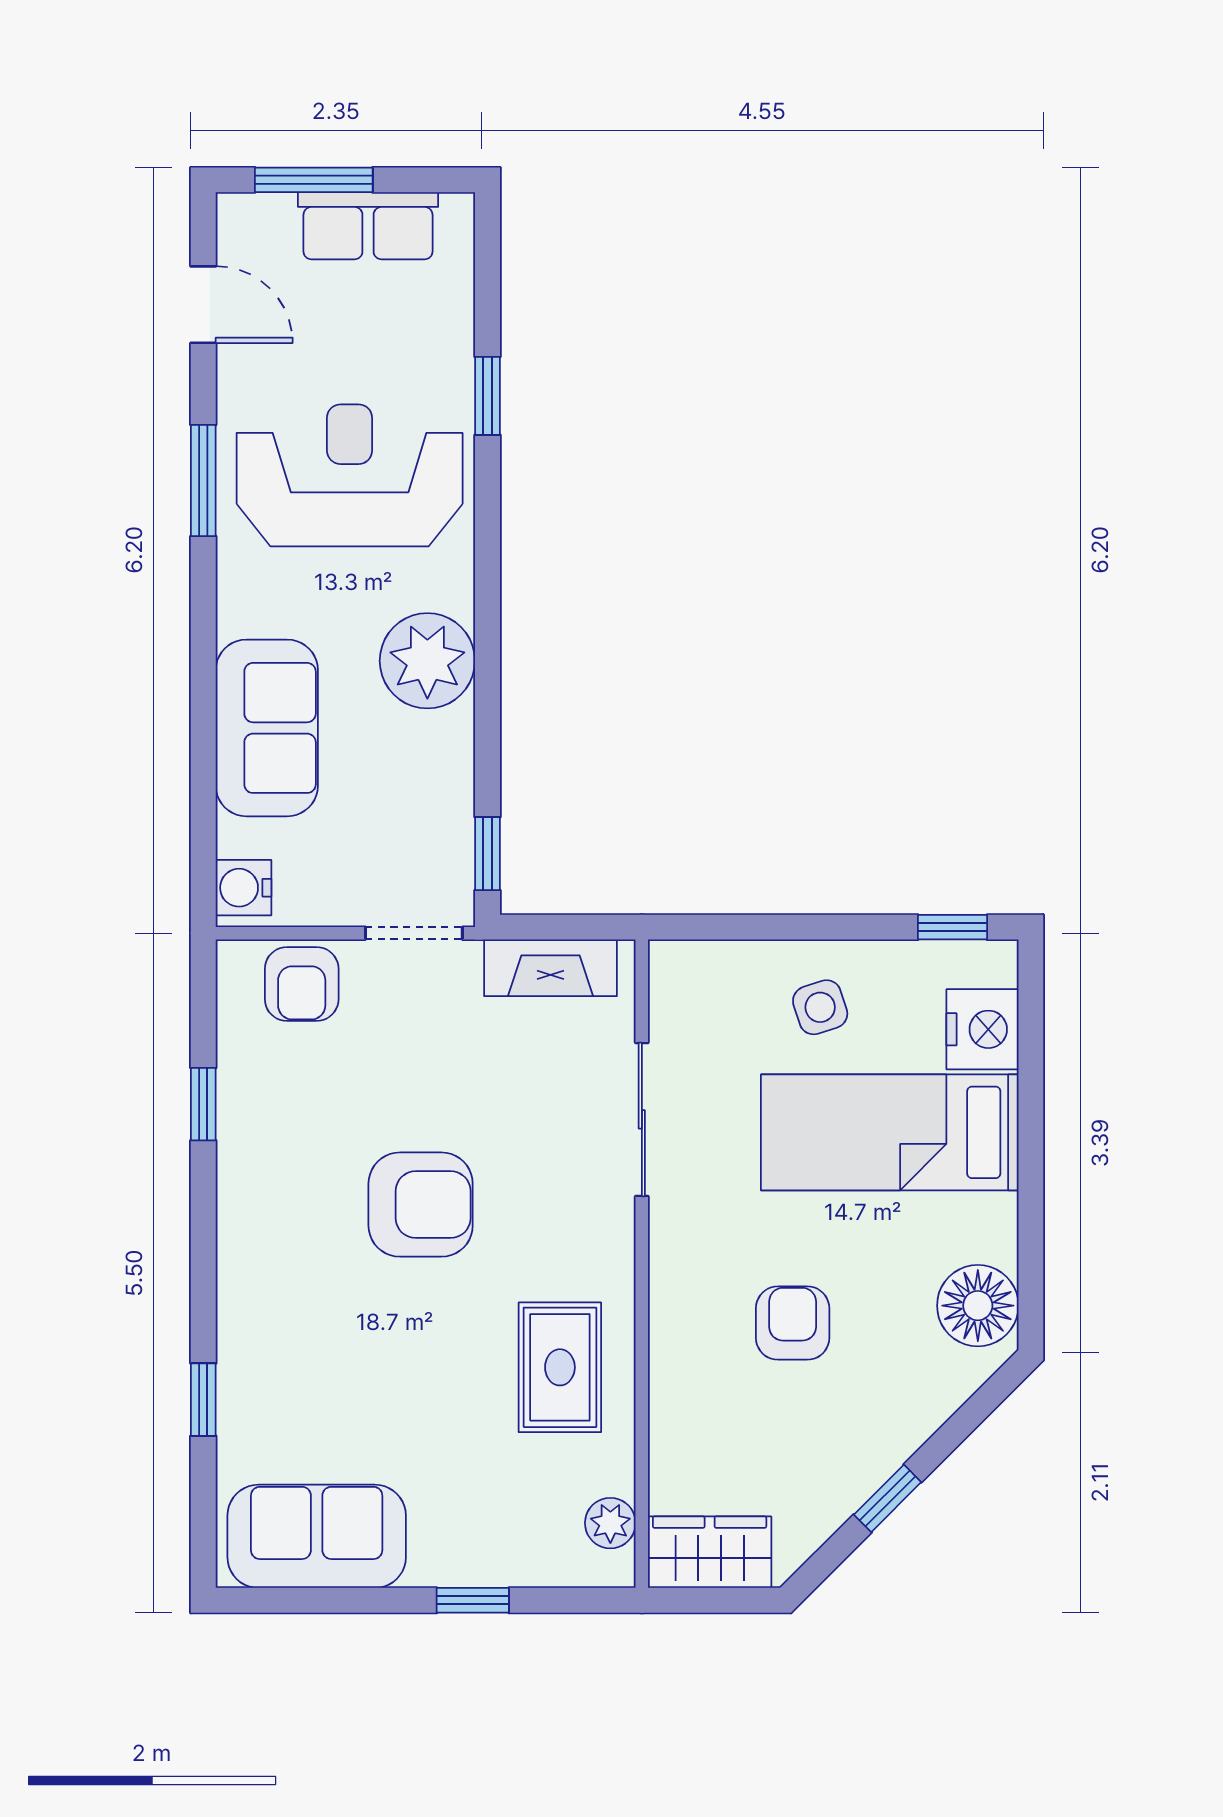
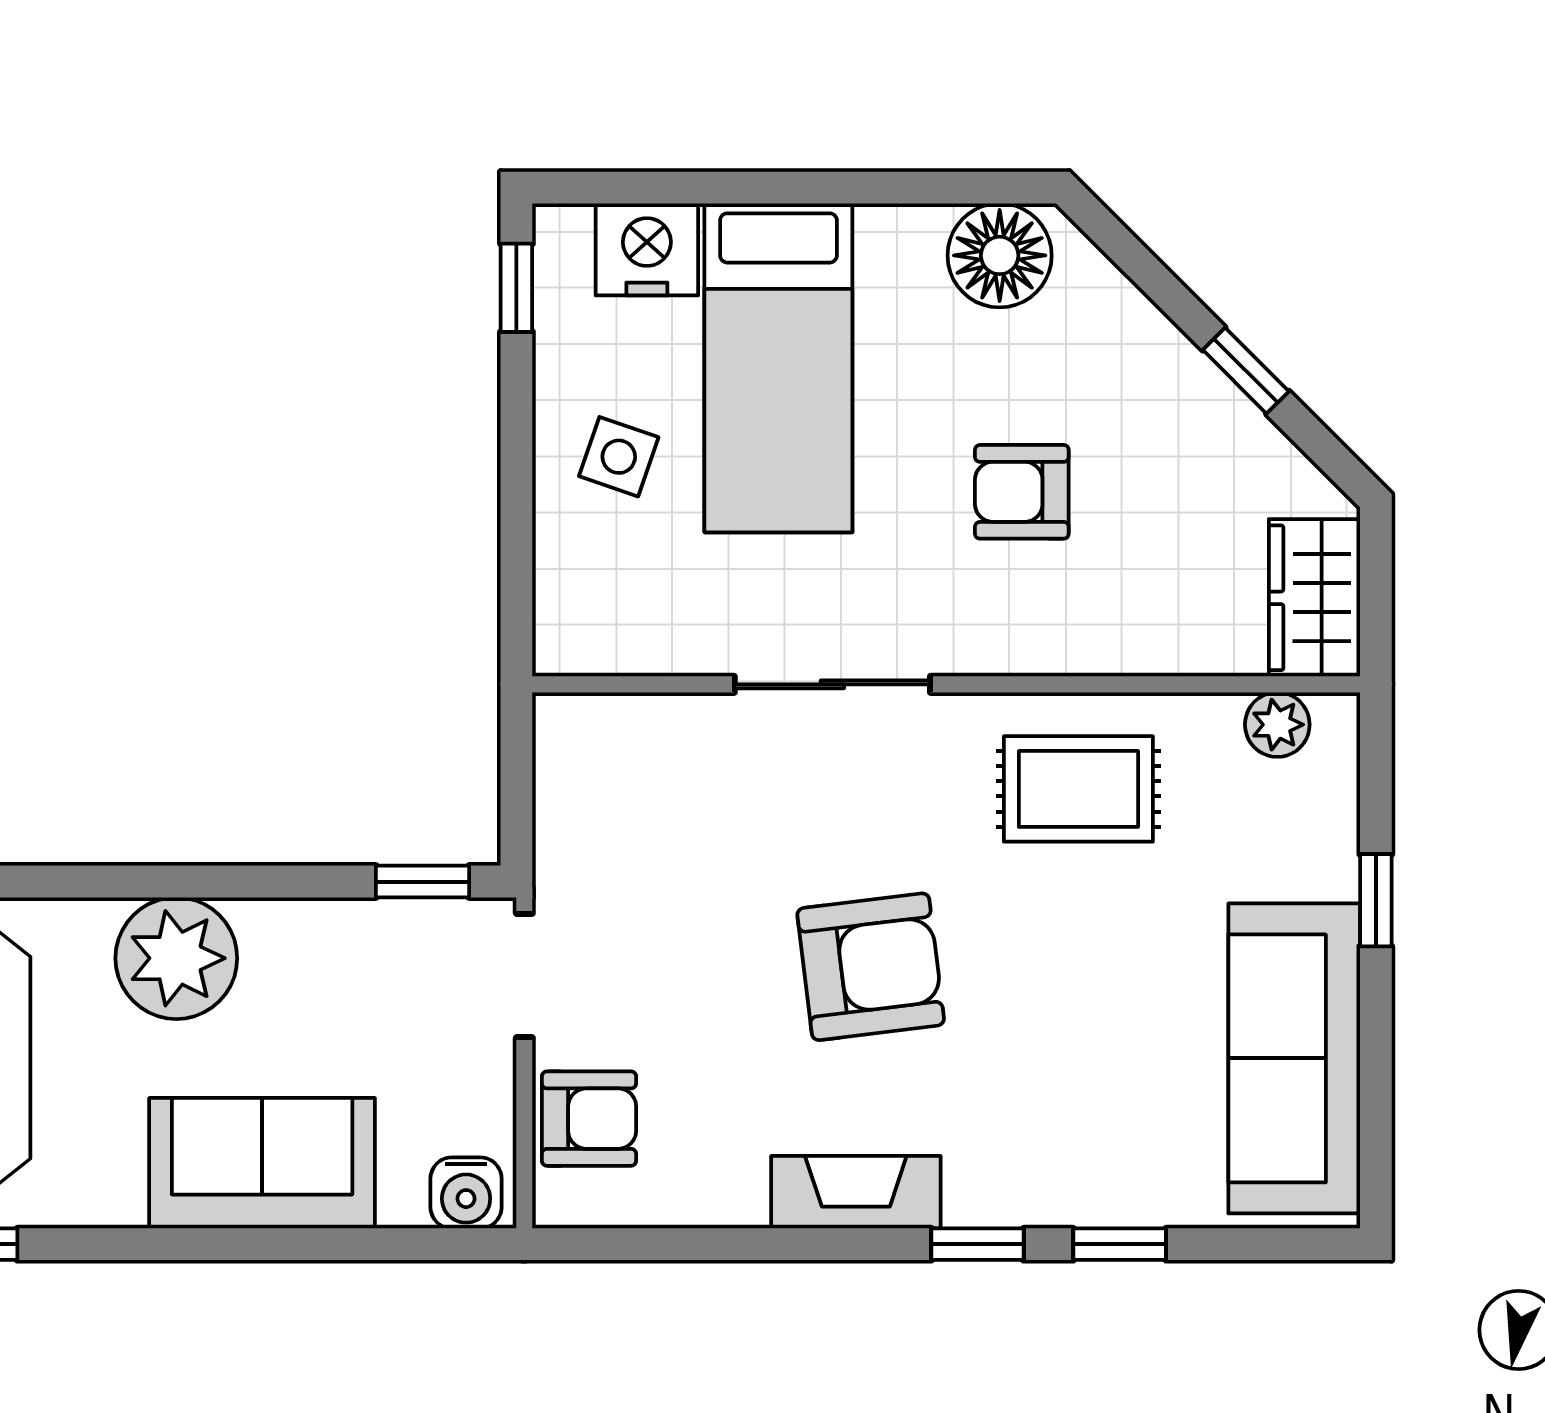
fireplace: (551, 968) -> (856, 1192), moved, turned -90
side table: (820, 1007) -> (619, 457), turned 37
window: (203, 1104) -> (977, 1244), moved
sliding door: (642, 1119) -> (832, 684), moved
armchair: (421, 1205) -> (871, 967), turned 83
sofa: (317, 1536) -> (1294, 1058), width x1.36

